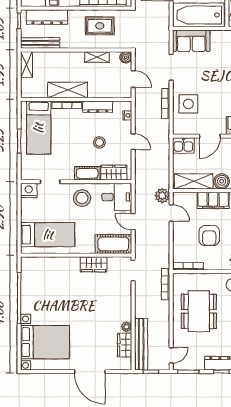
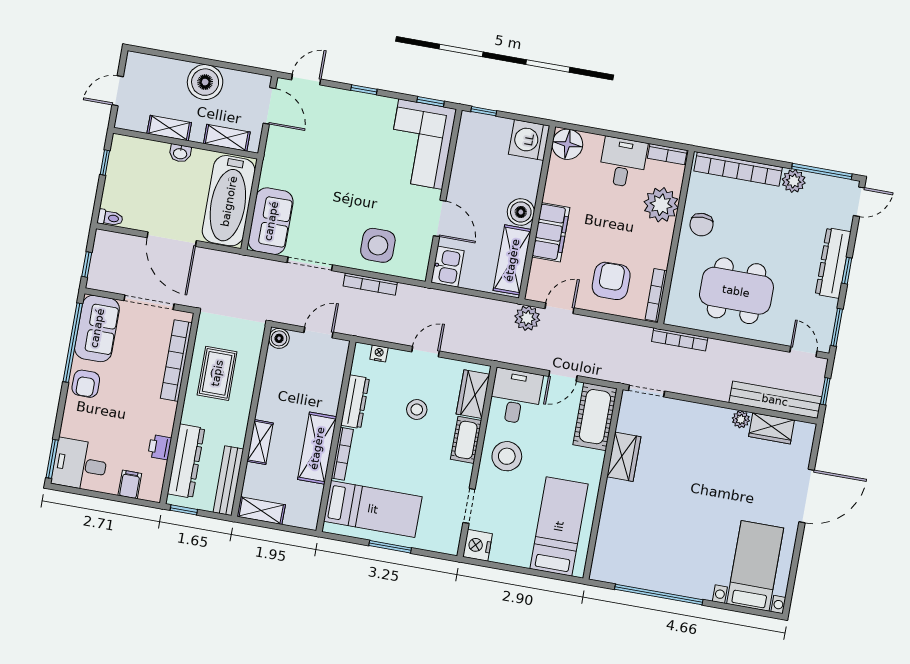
shelving: (97, 57) -> (260, 442), moved
armchair: (209, 236) -> (611, 281), moved, turned -90
bed with nightstands: (45, 342) -> (755, 566), width x0.73

